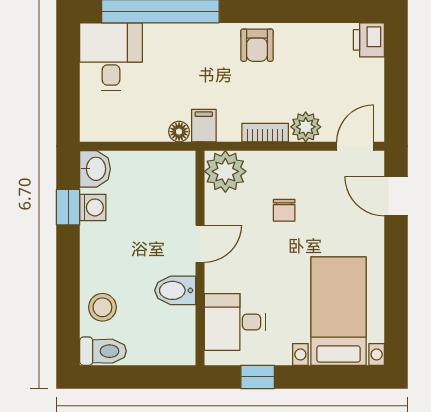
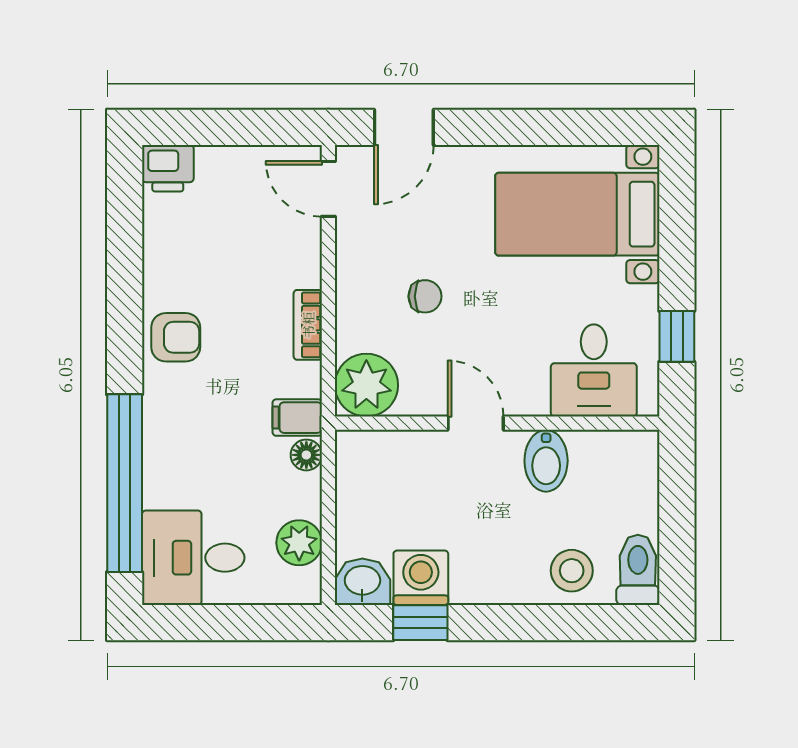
plant: (306, 127) -> (299, 543), moved
washing machine: (93, 207) -> (421, 578), width x1.38, depth x1.38

